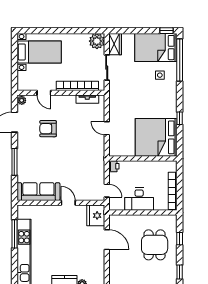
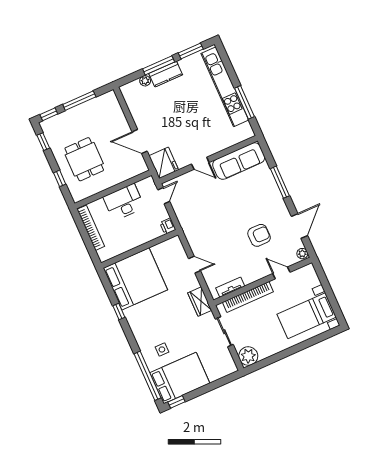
wardrobe: (115, 44) -> (200, 302), moved
door: (107, 191) -> (164, 196), swing flipped

